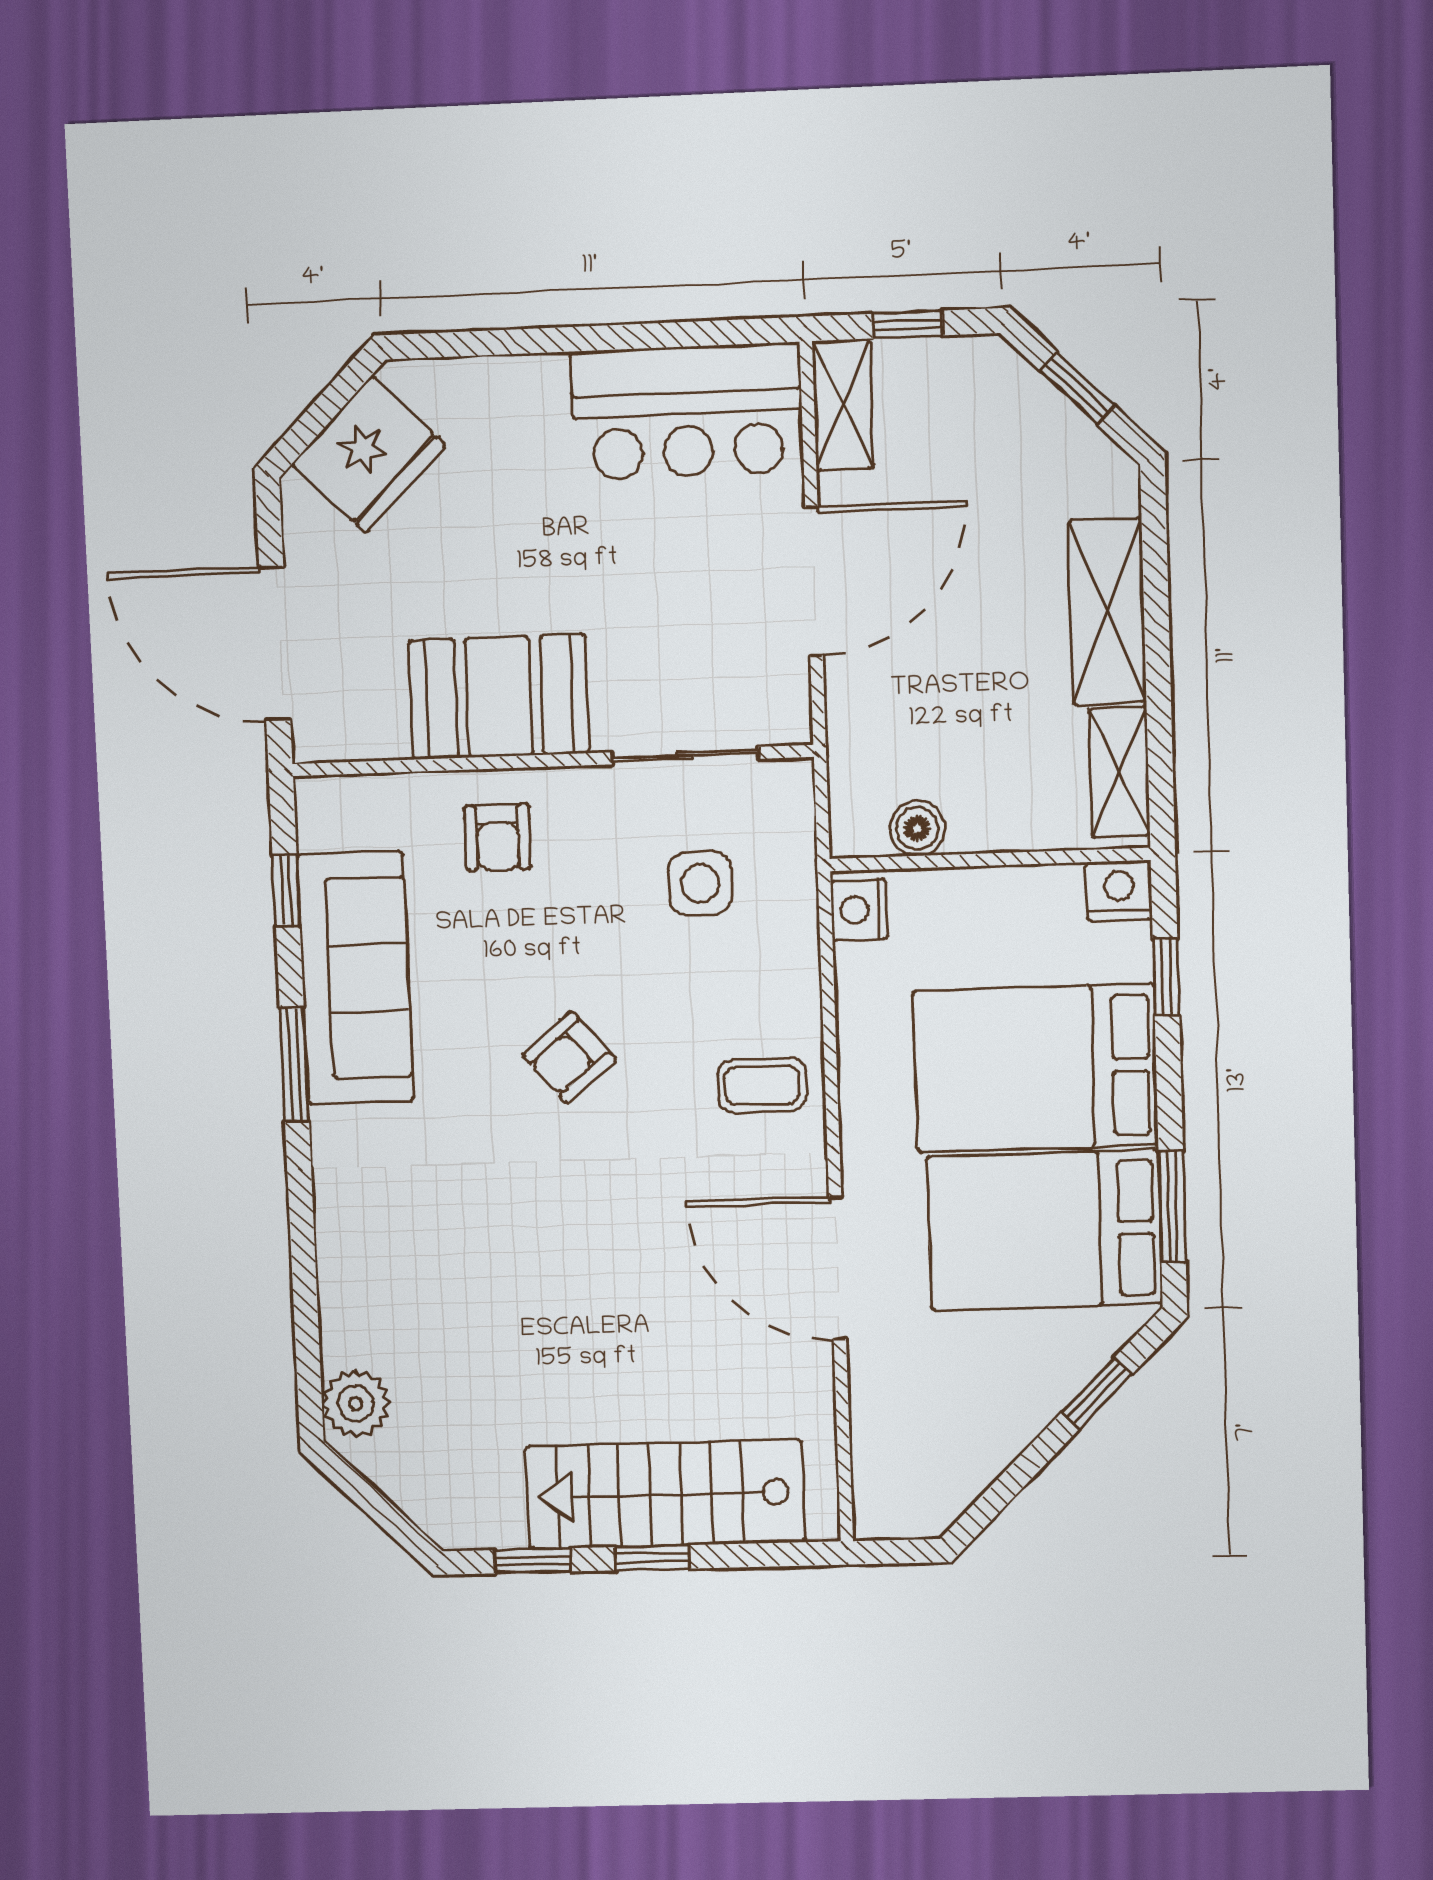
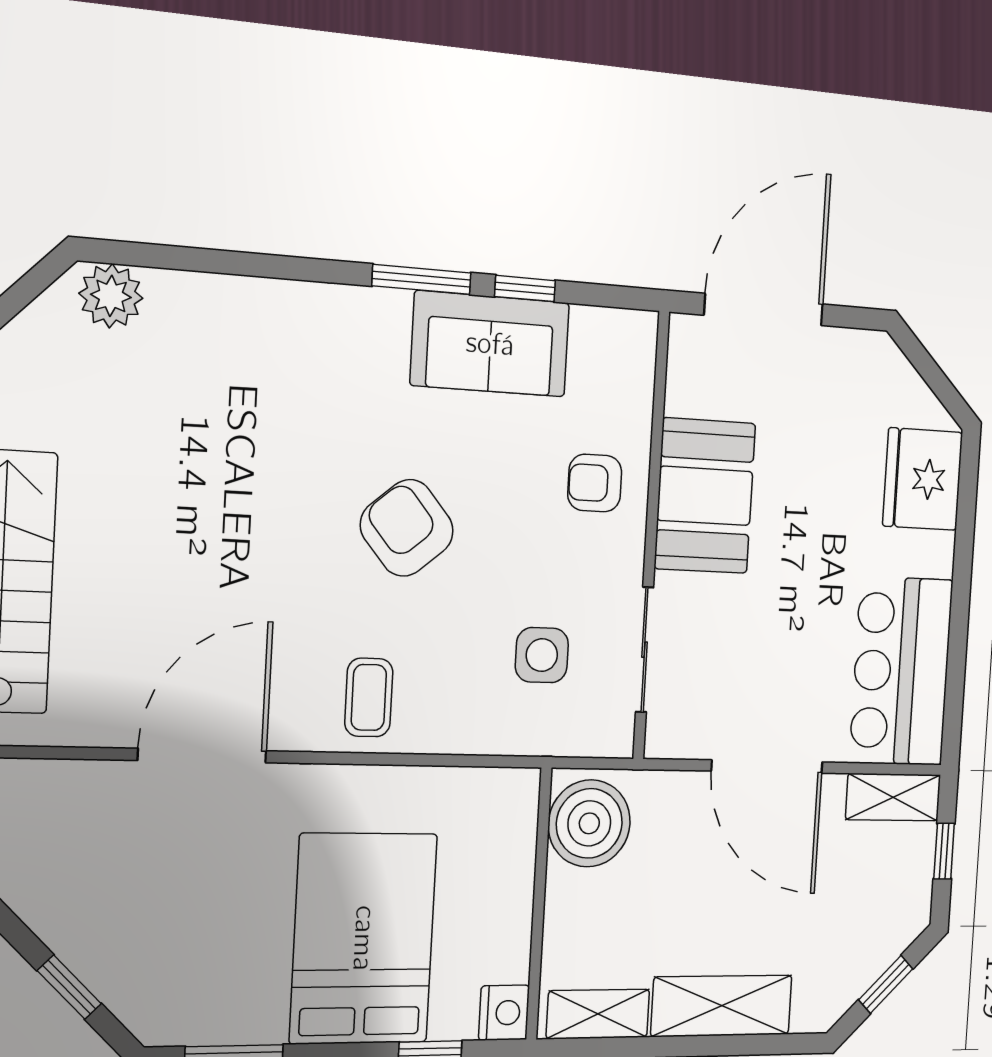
fridge: (369, 454) -> (923, 479), moved, turned 45
boiler: (917, 828) -> (589, 823), width x1.86, depth x1.86
window: (286, 891) -> (525, 289), moved
nightstand: (859, 910) -> (508, 791), removed
sofa: (355, 978) -> (490, 344), width x0.73
armchair: (569, 1058) -> (407, 528), width x1.38, depth x1.38
bed: (1045, 1230) -> (222, 943), removed

